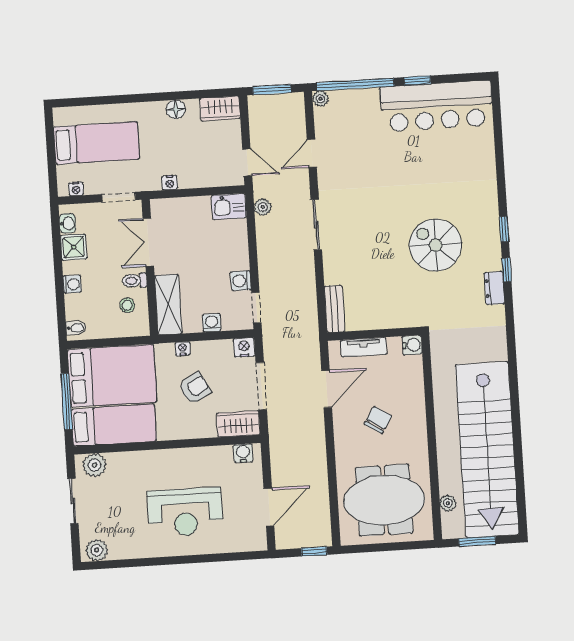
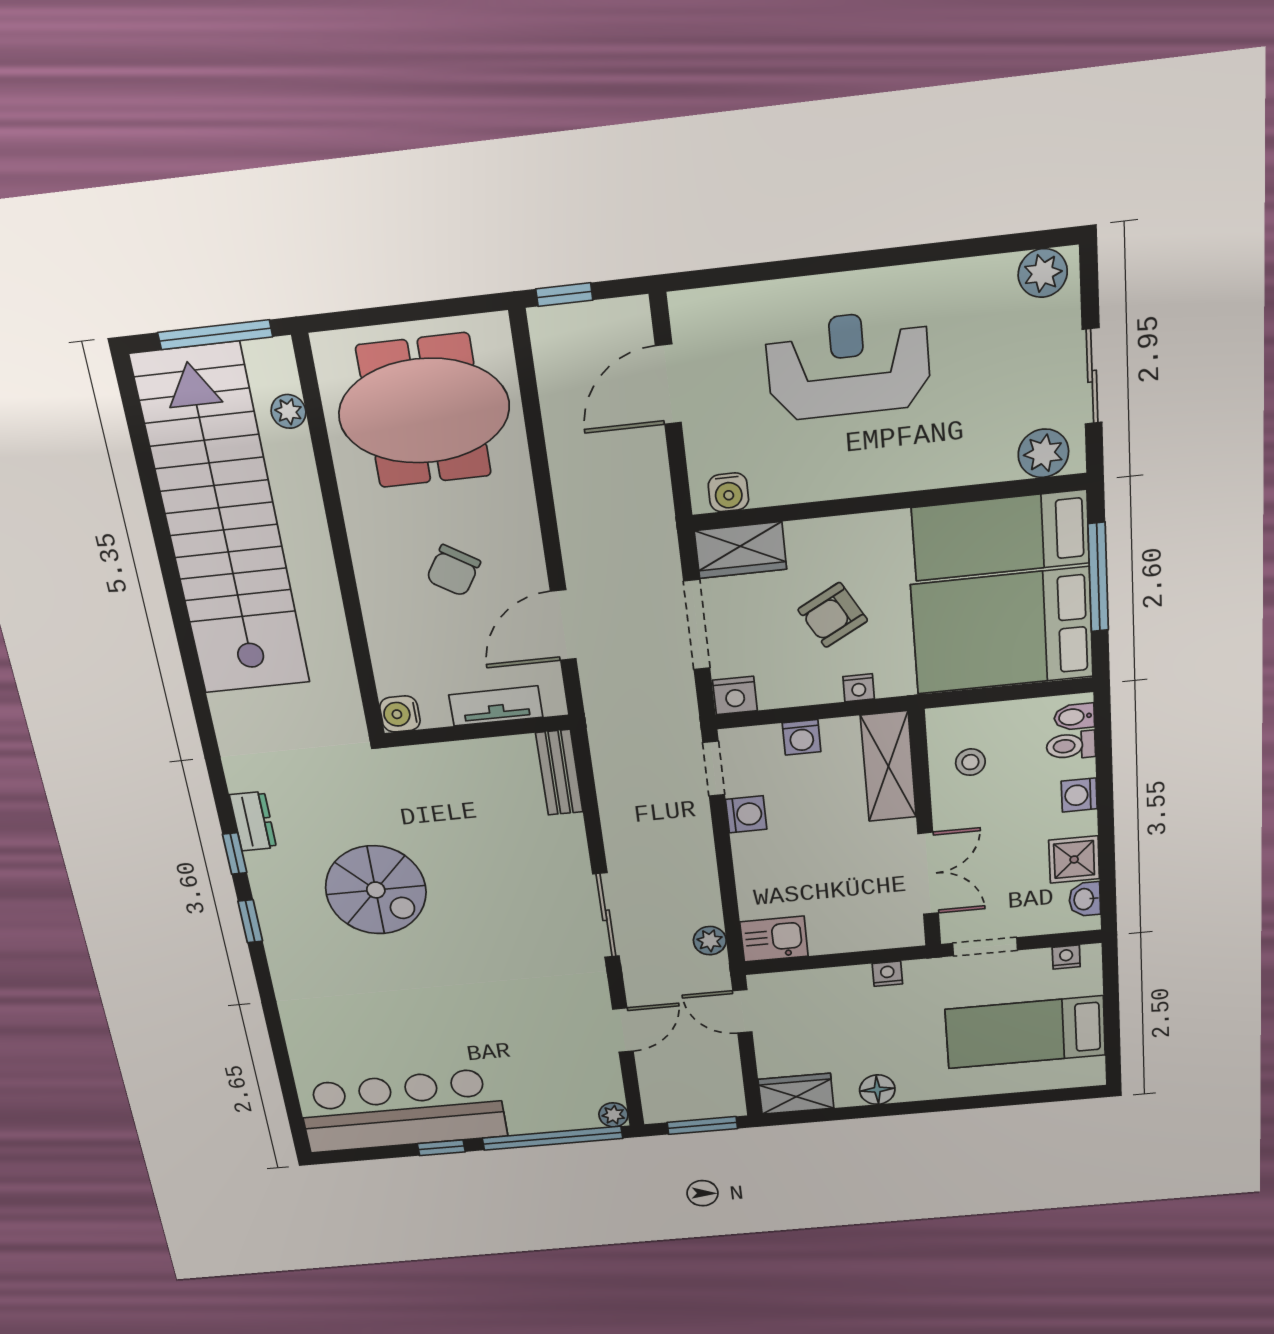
toilet: (135, 281) -> (1071, 746), moved, turned 180
window: (477, 541) -> (215, 335), width x1.44

